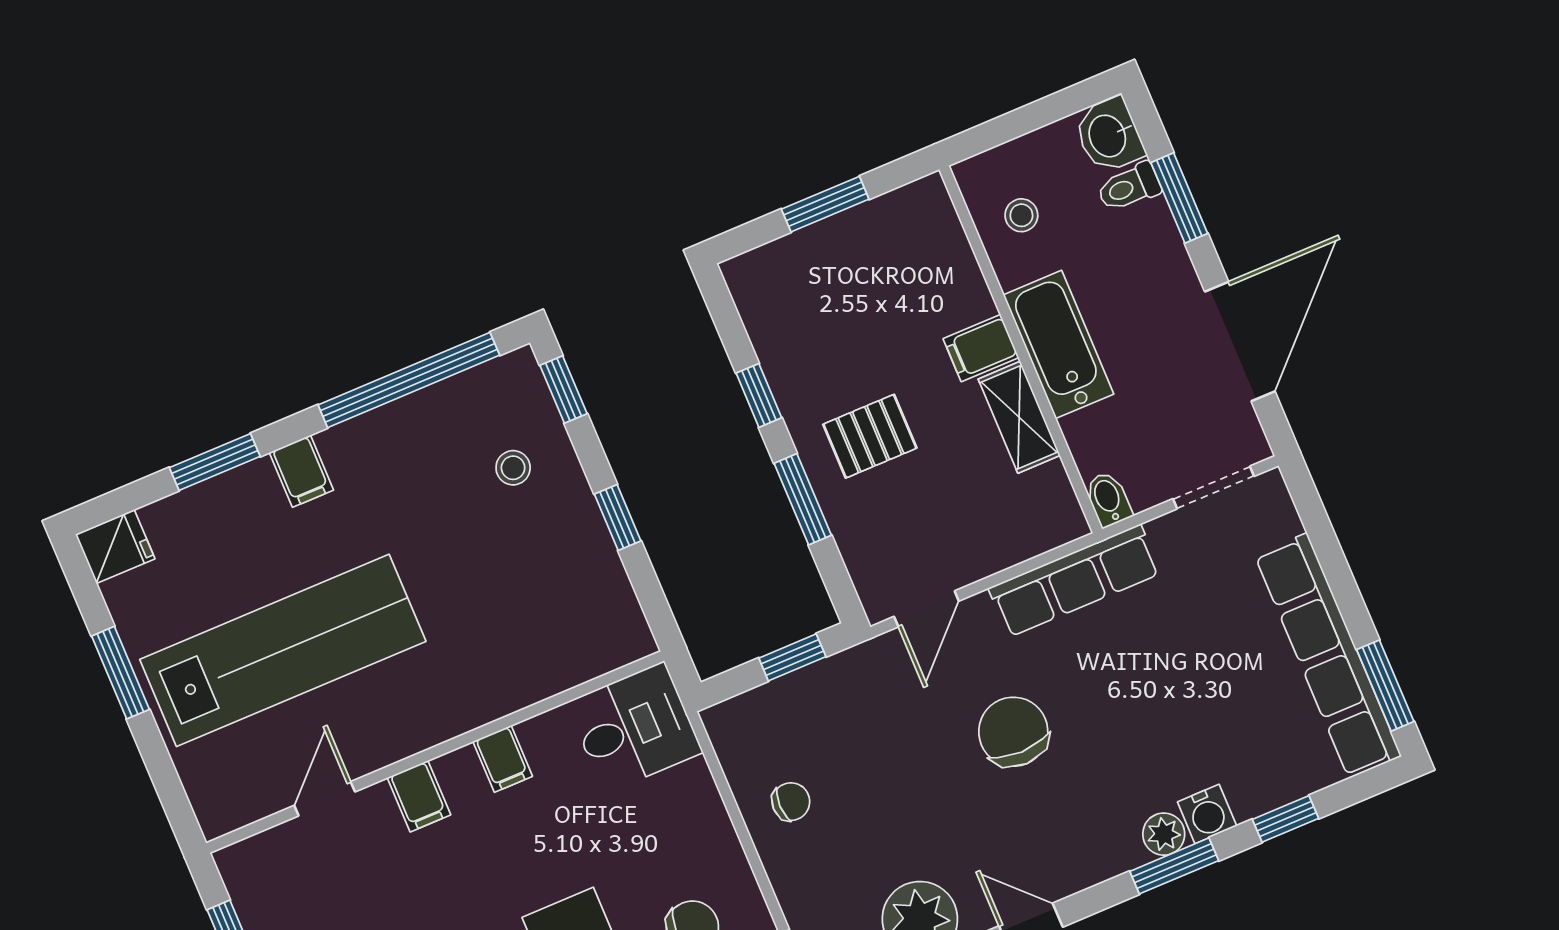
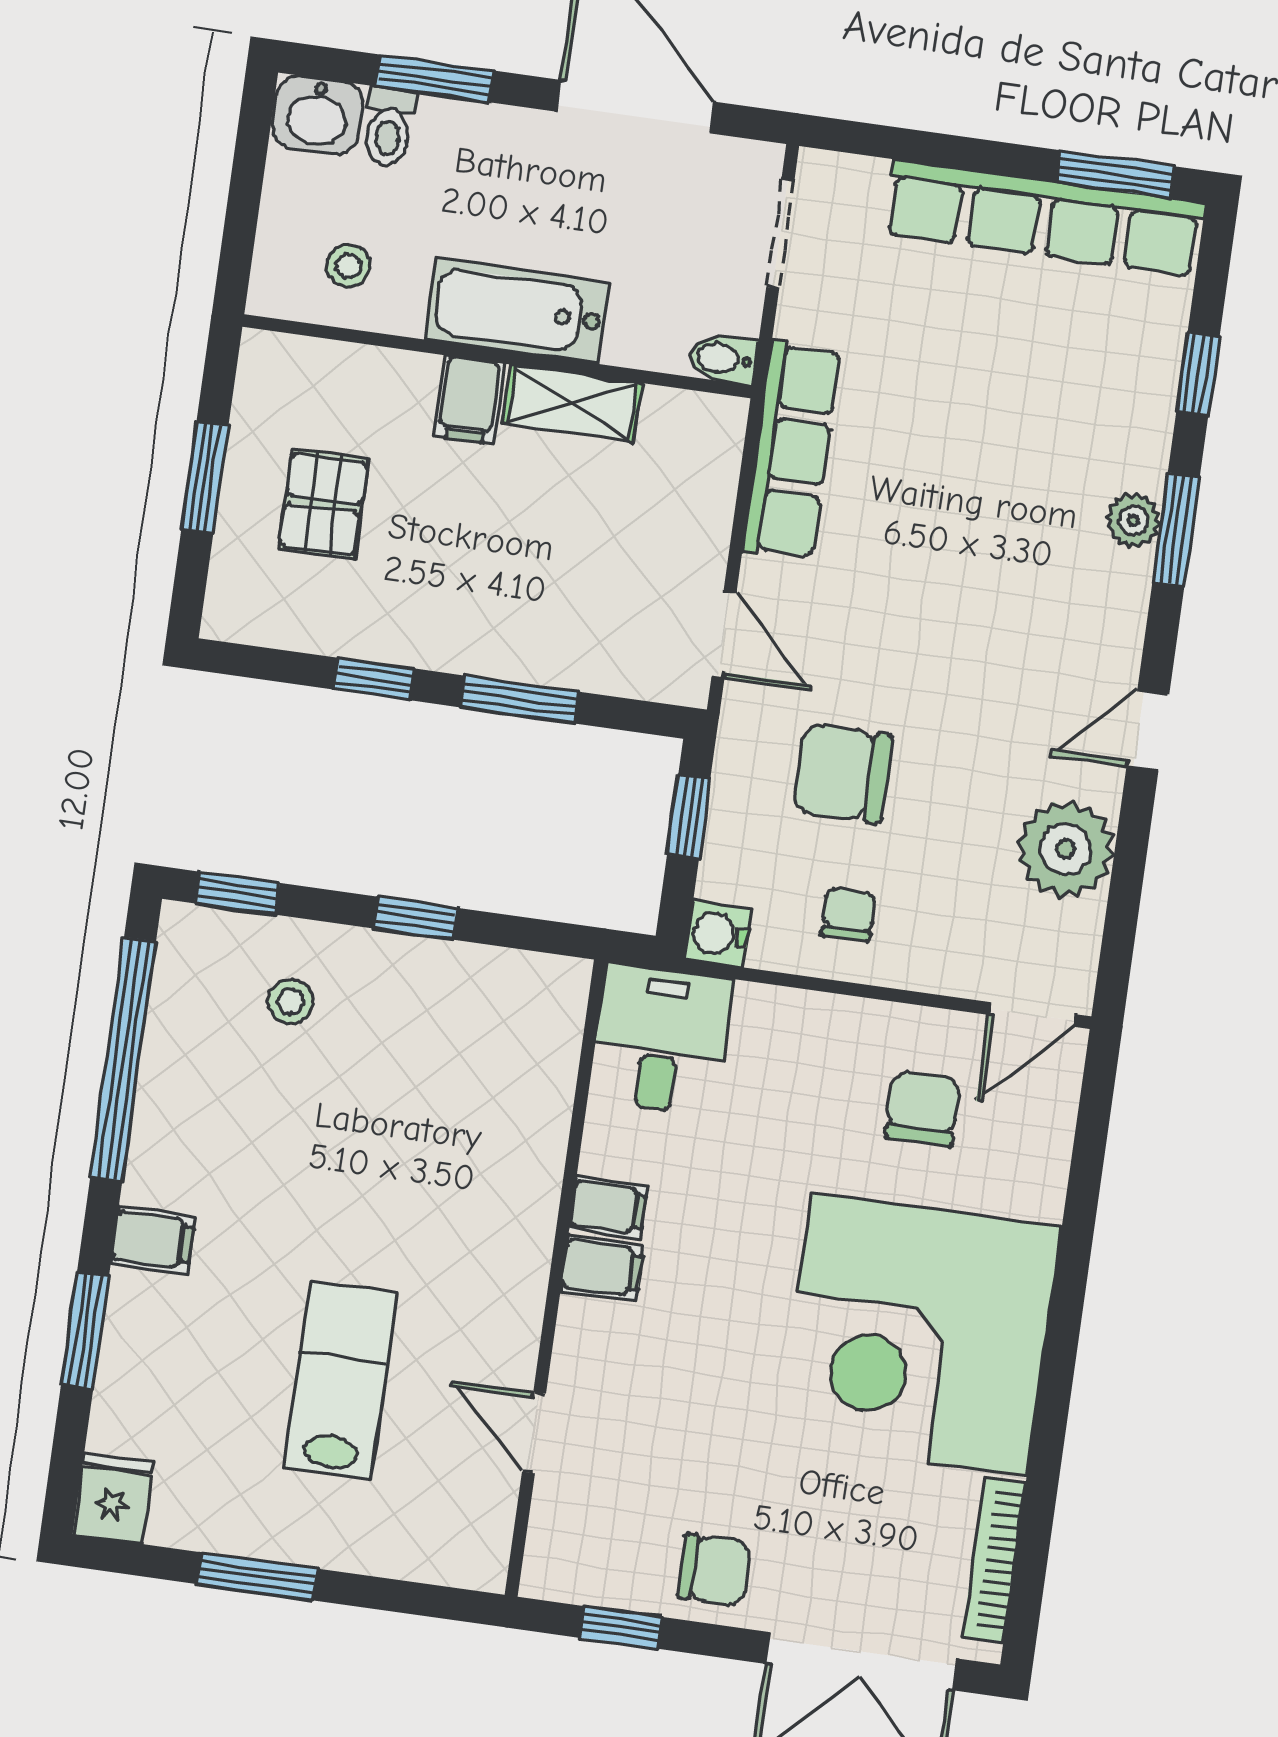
pallet: (870, 436) -> (323, 504), moved
lab bench: (283, 650) -> (341, 1380), width x0.54, depth x0.72
chair: (1013, 732) -> (843, 773), moved
filing cabinet: (419, 796) -> (602, 1268), moved
water cooler: (1207, 814) -> (718, 934), moved, turned 180

